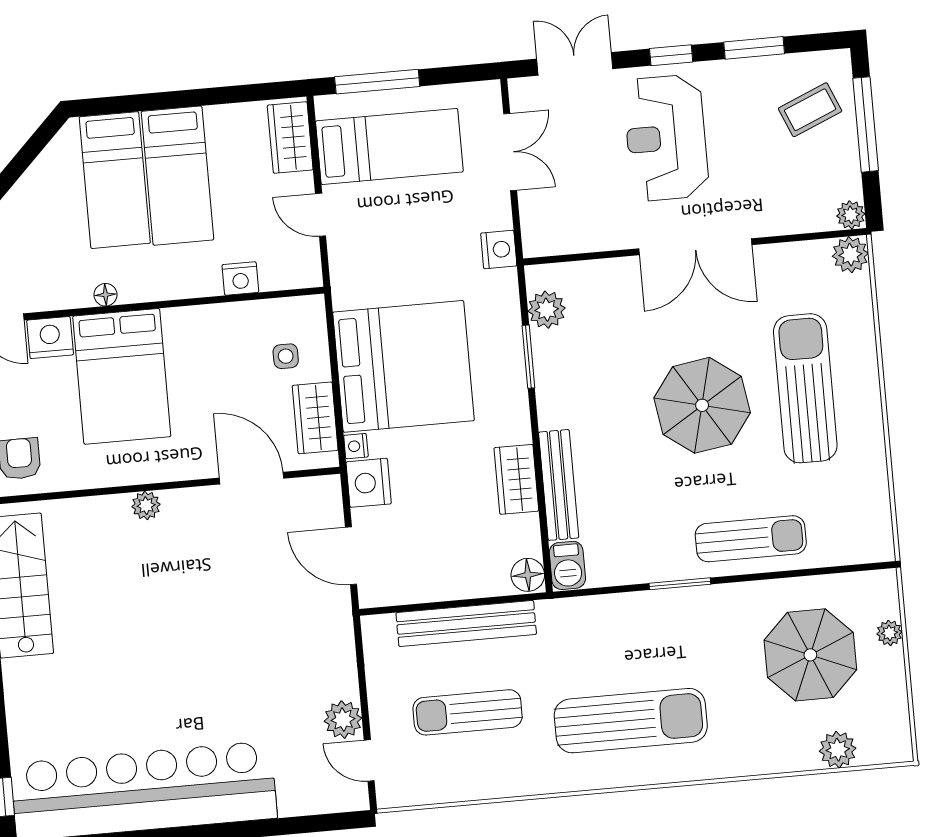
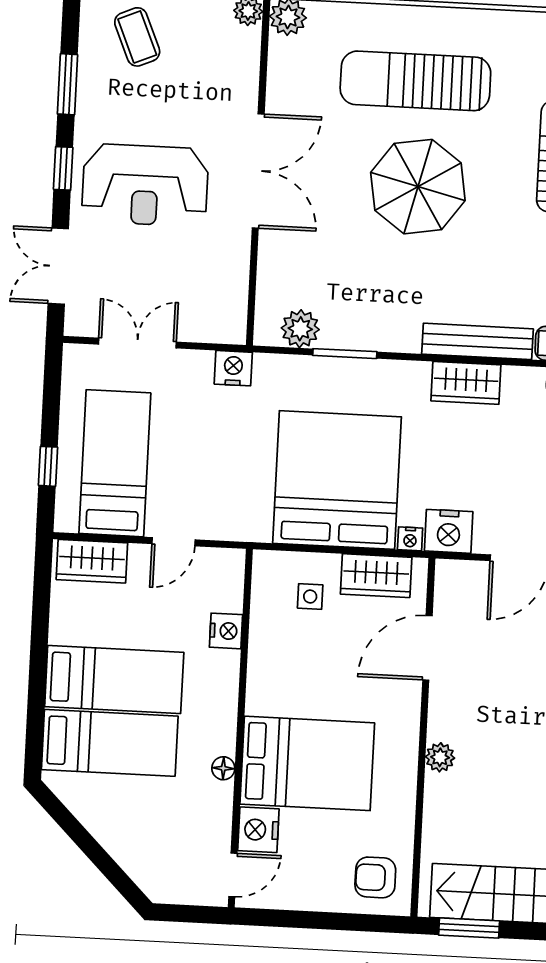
window: (377, 82) -> (48, 466), width x0.46

